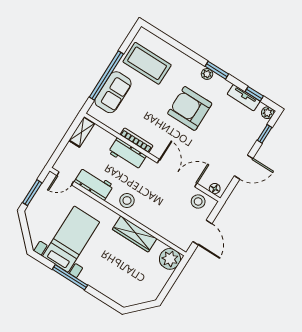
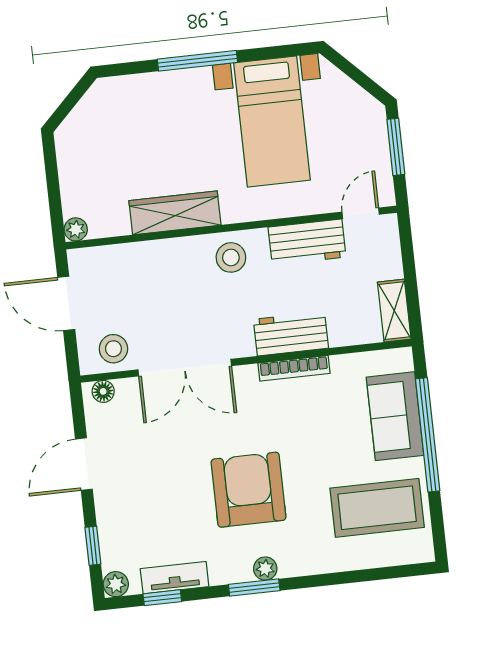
armchair: (190, 108) -> (248, 490), turned -90
plant: (170, 259) -> (76, 229), width x0.53, depth x0.53
window: (70, 277) -> (197, 61), moved

